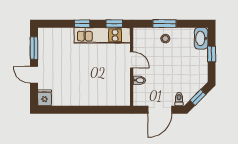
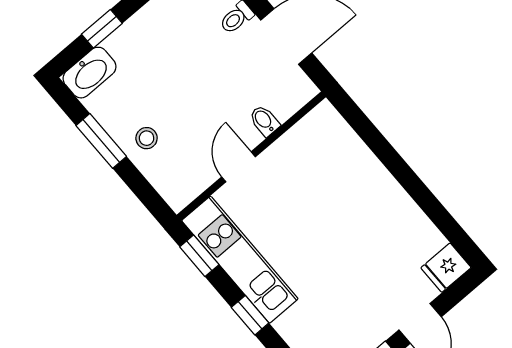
window: (164, 24) -> (101, 141), moved

